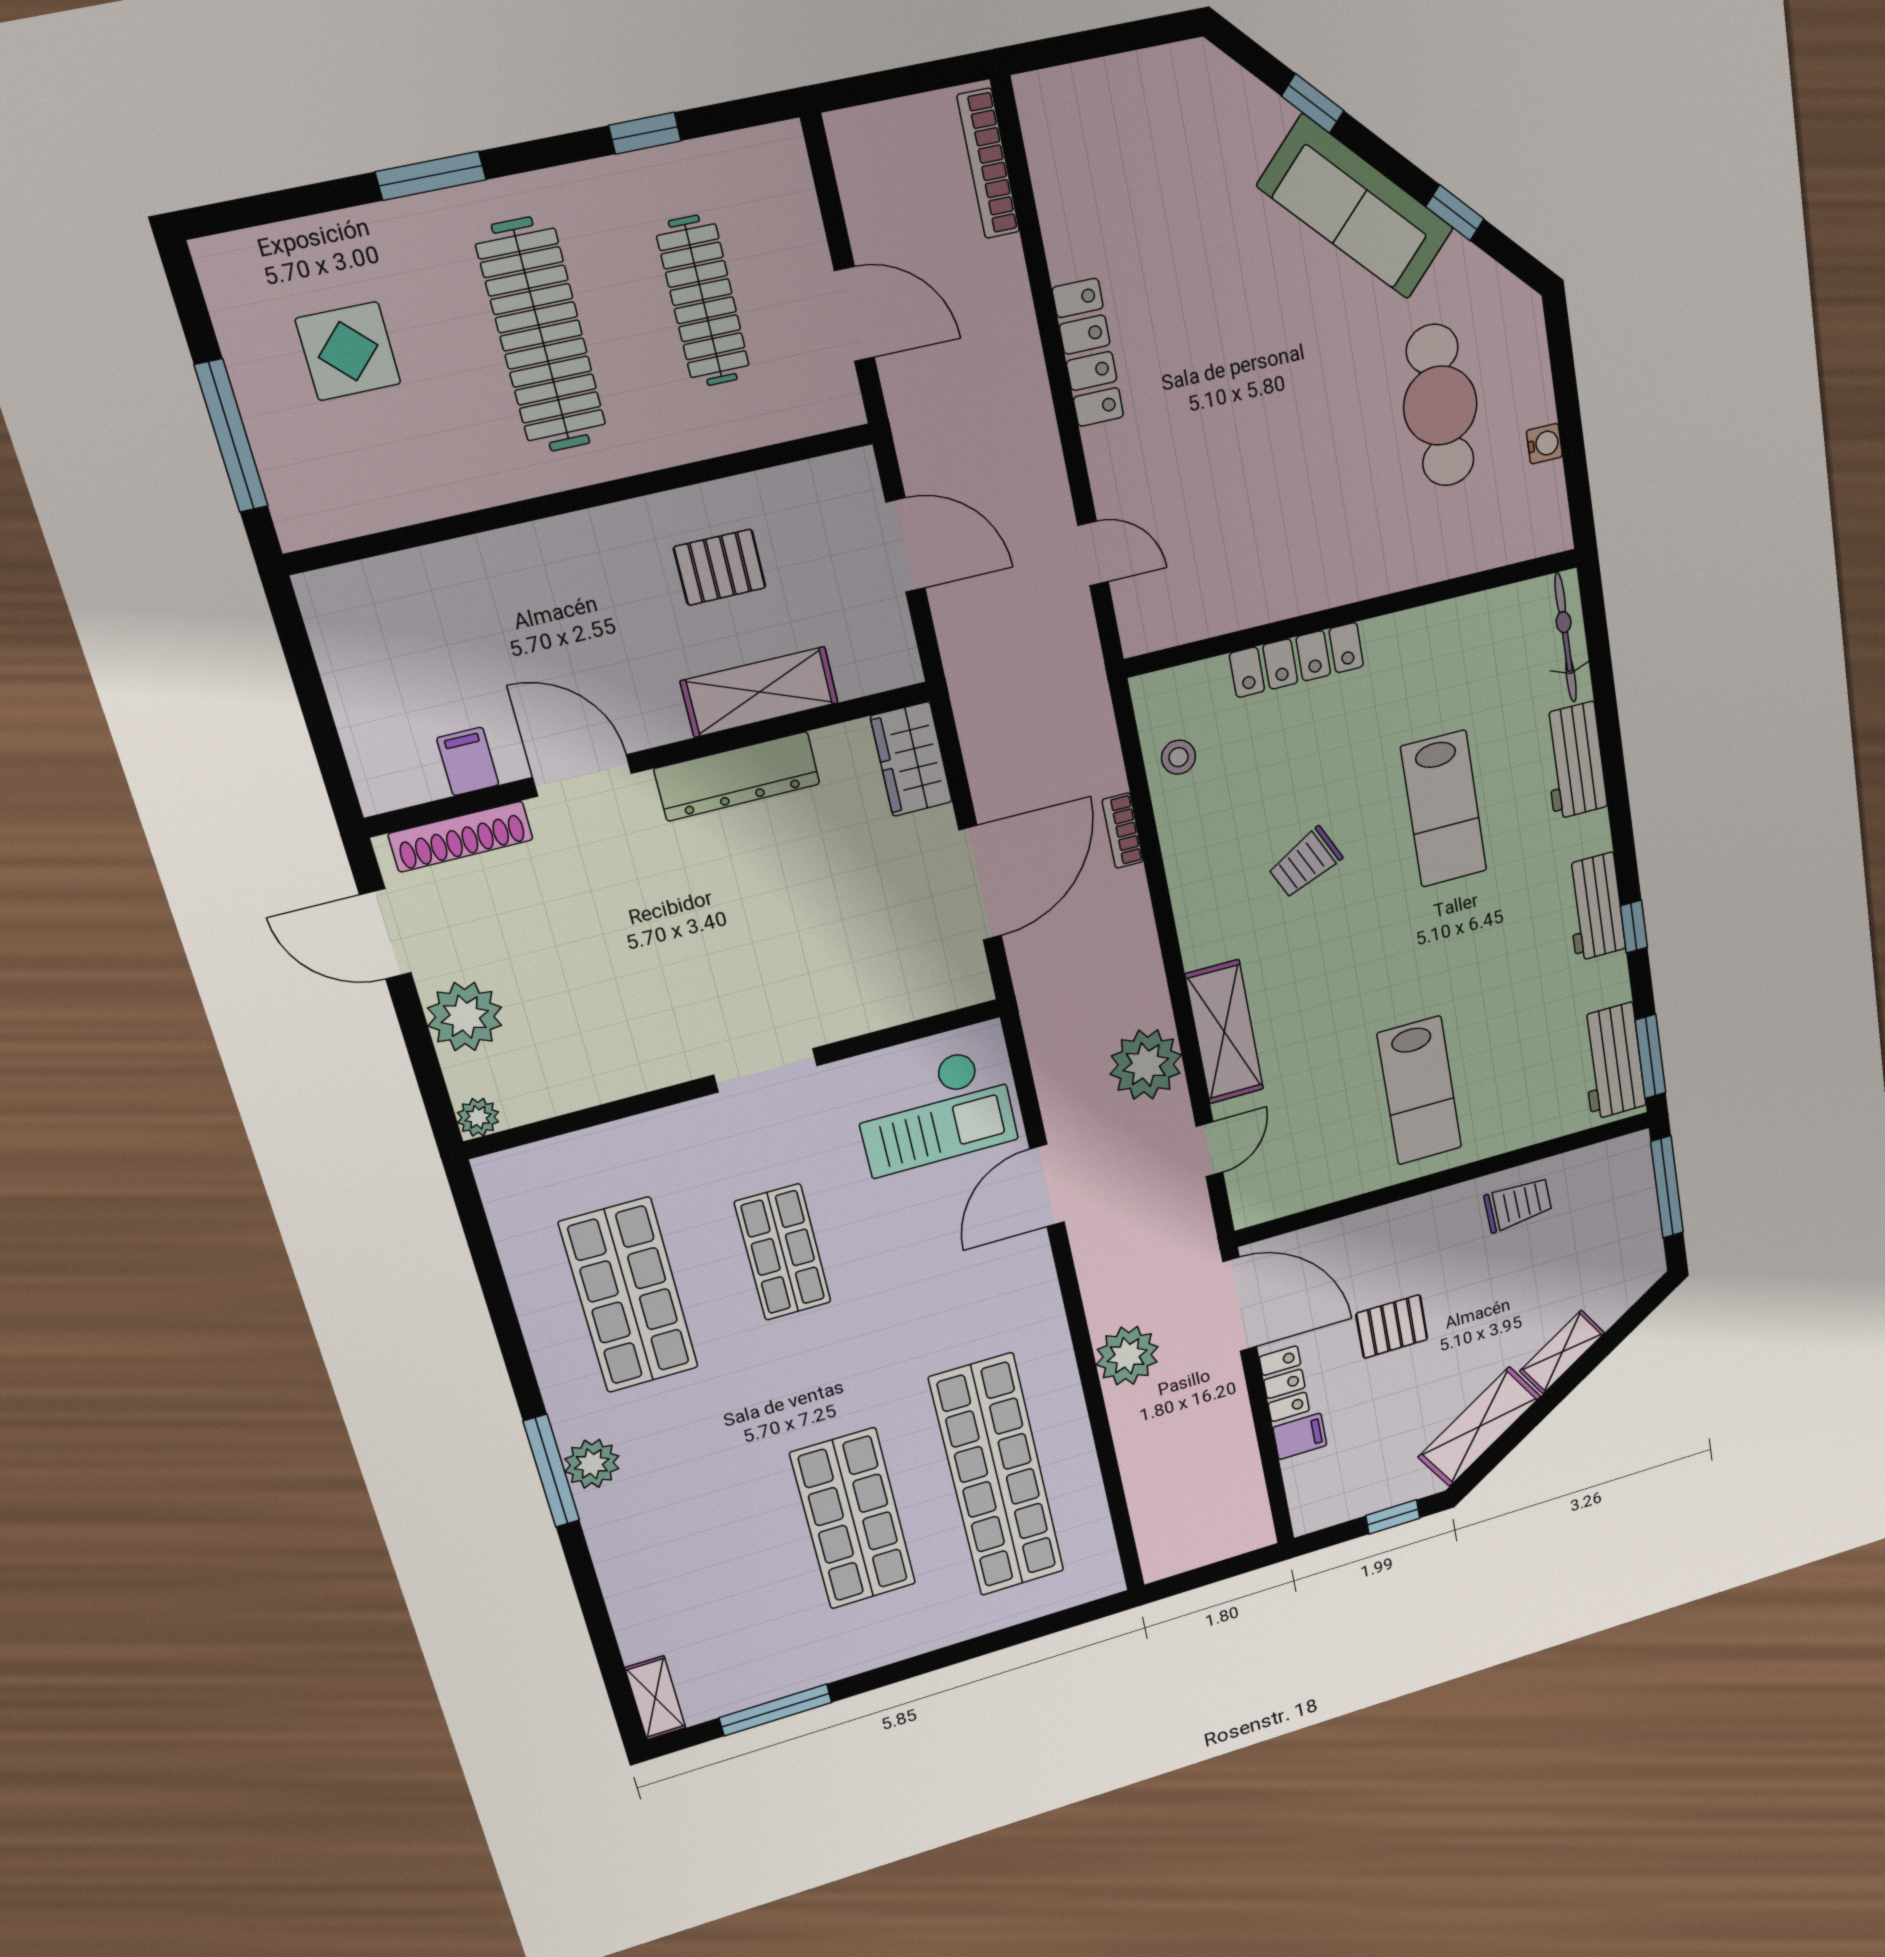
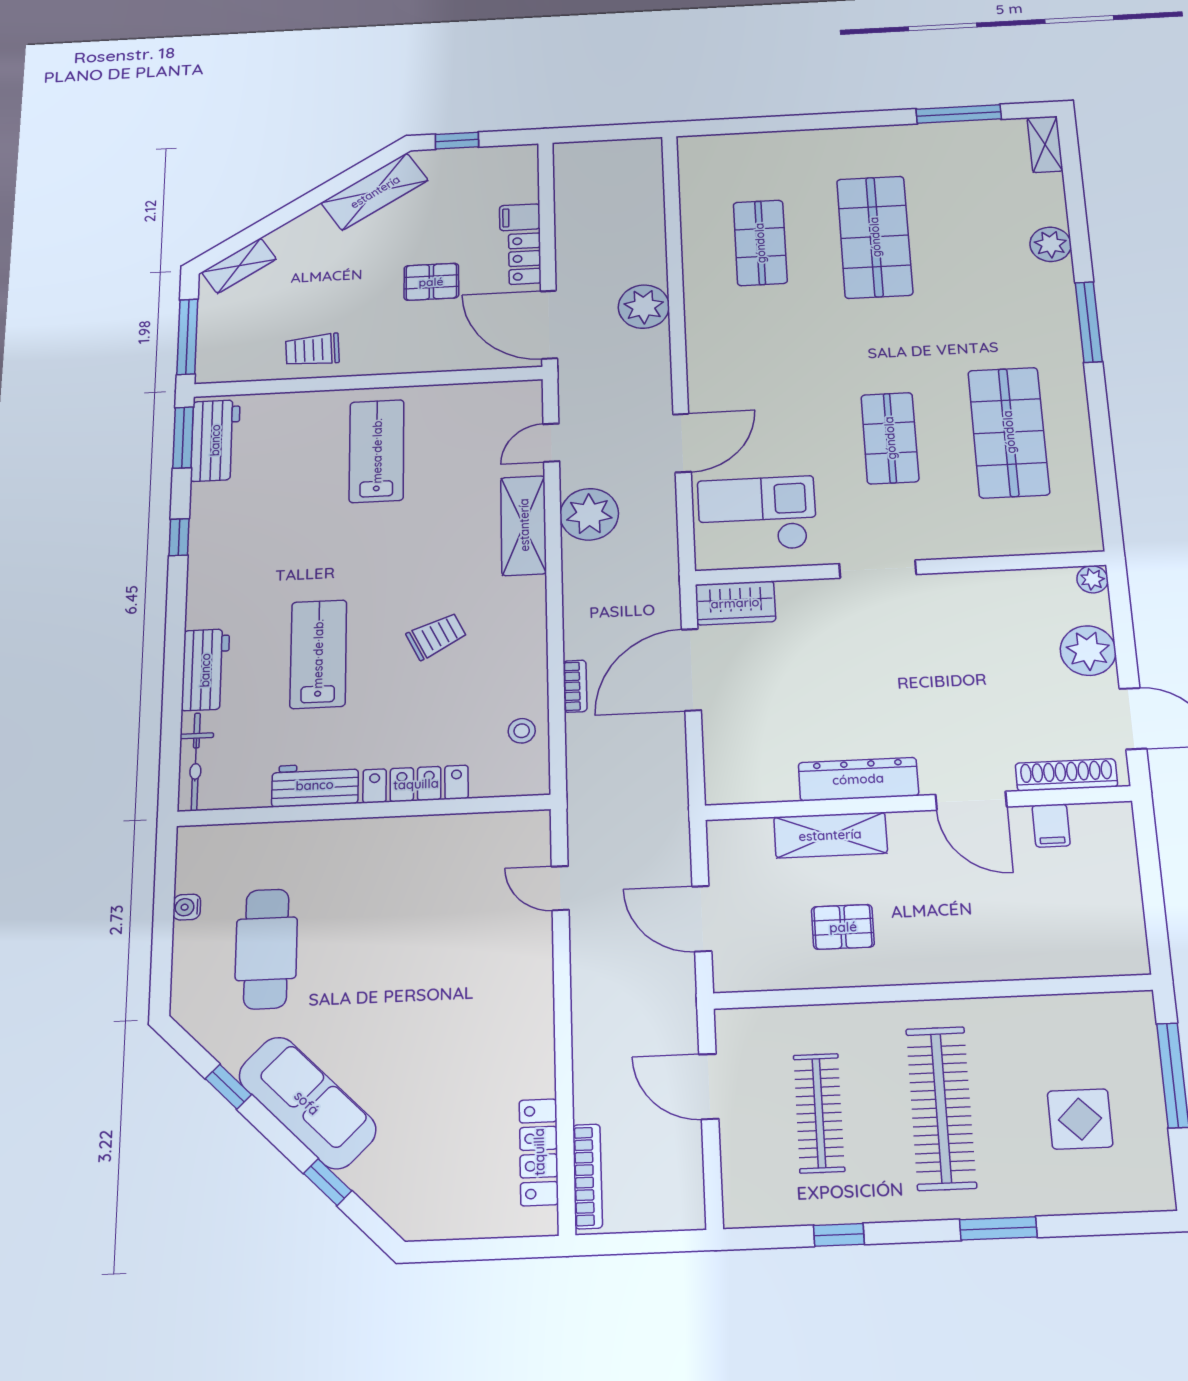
locker: (1088, 353) -> (539, 1152), moved
wardrobe: (911, 759) -> (735, 603), moved, turned 90
workbench: (1595, 907) -> (315, 785), moved, turned -90
shelving: (1562, 1352) -> (239, 266), moved
plant: (592, 1464) -> (1050, 244), moved
shop shelf: (997, 1475) -> (760, 243), width x0.50, depth x0.74

